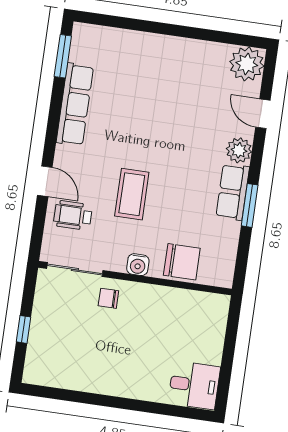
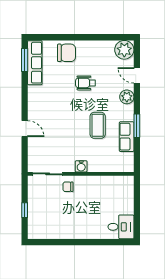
row of seats: (75, 104) -> (35, 63), moved
row of seats: (233, 192) -> (127, 137), moved
coffee table: (132, 194) -> (98, 125), moved
wheelchair: (73, 215) -> (85, 83), moved
chair: (182, 262) -> (66, 53), moved

